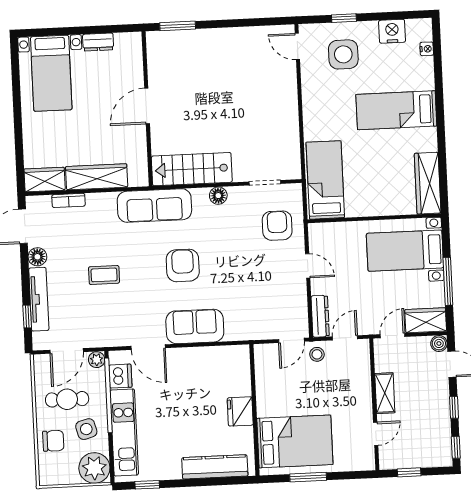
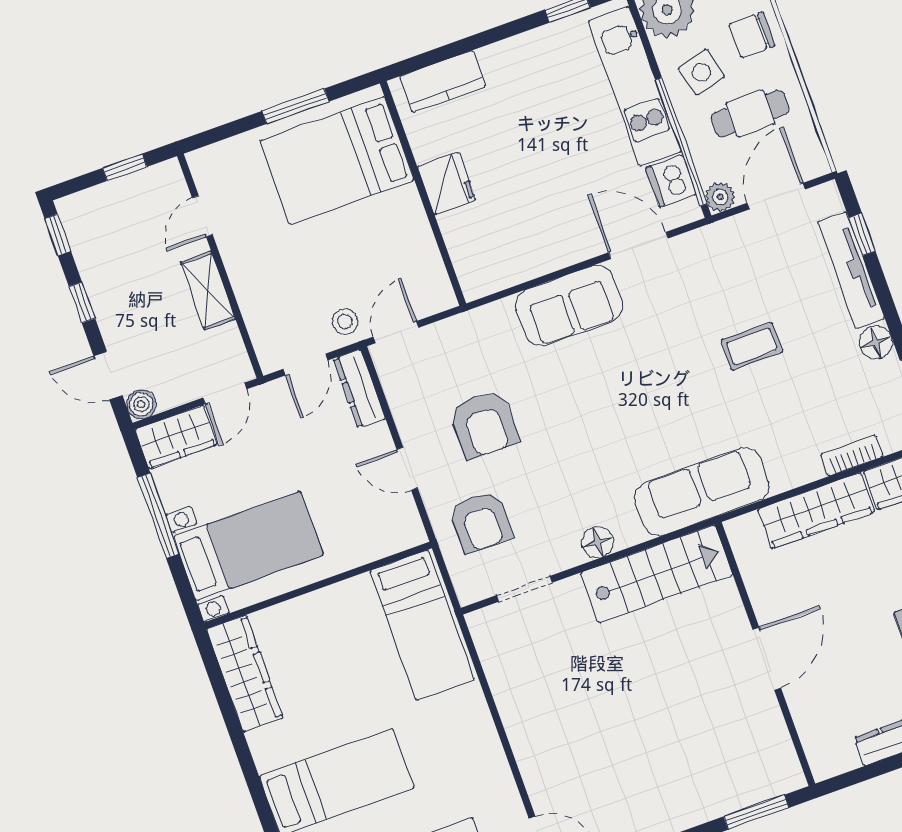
armchair: (183, 265) -> (484, 424), moved
kitchen counter: (215, 467) -> (443, 82), width x0.67

